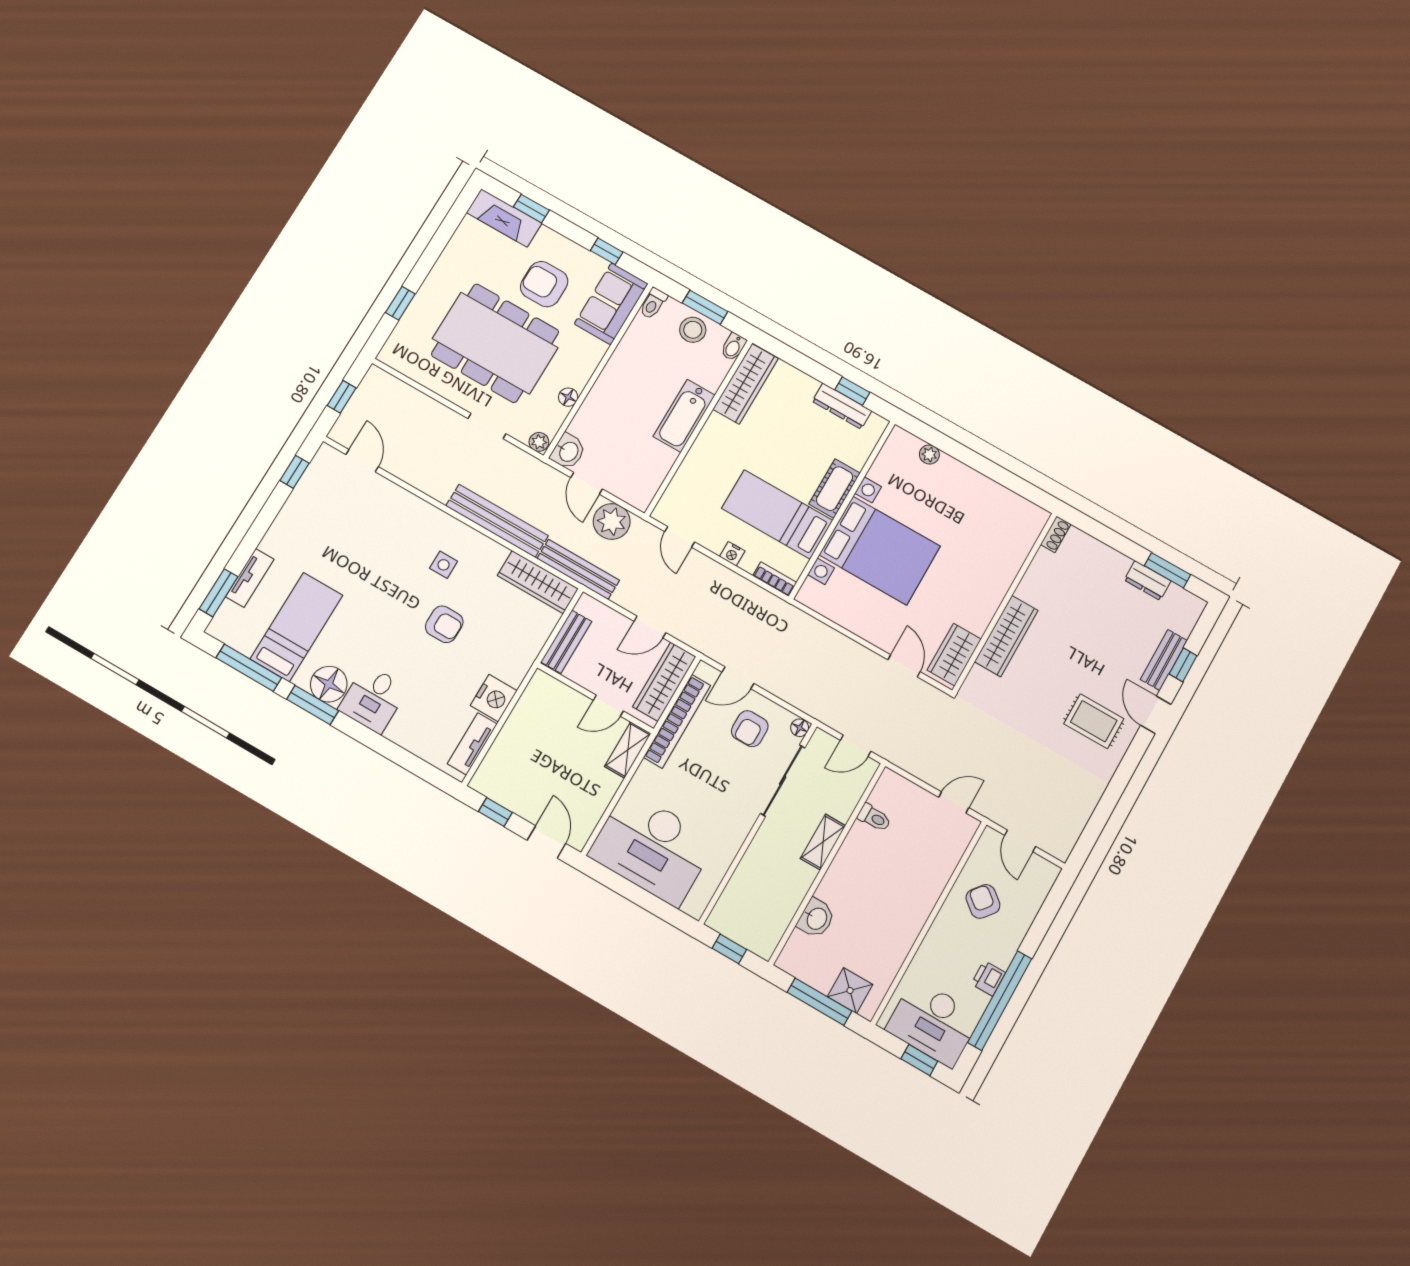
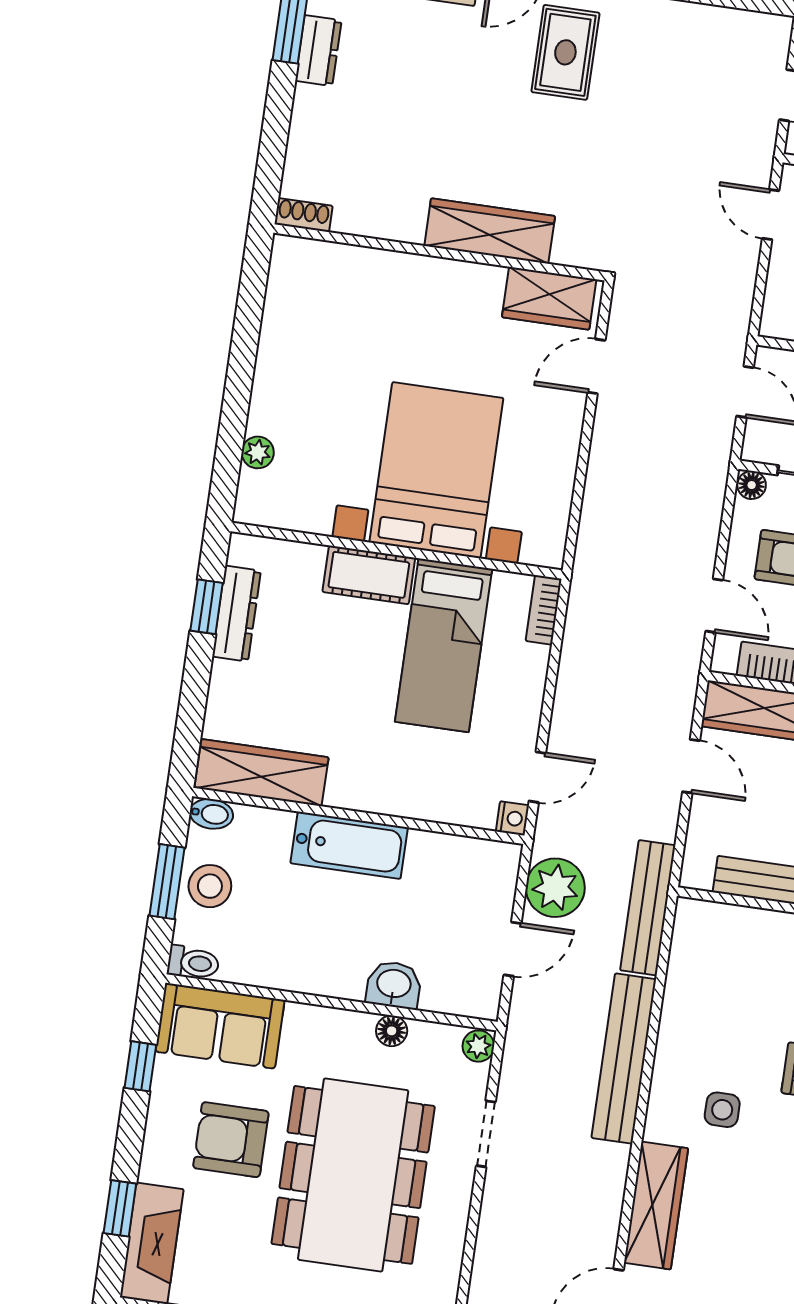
armchair: (544, 284) -> (231, 1140), turned 90
washbasin: (568, 451) -> (394, 985), moved
nightstand: (732, 554) -> (512, 818), moved
wardrobe: (538, 582) -> (656, 1206), moved

